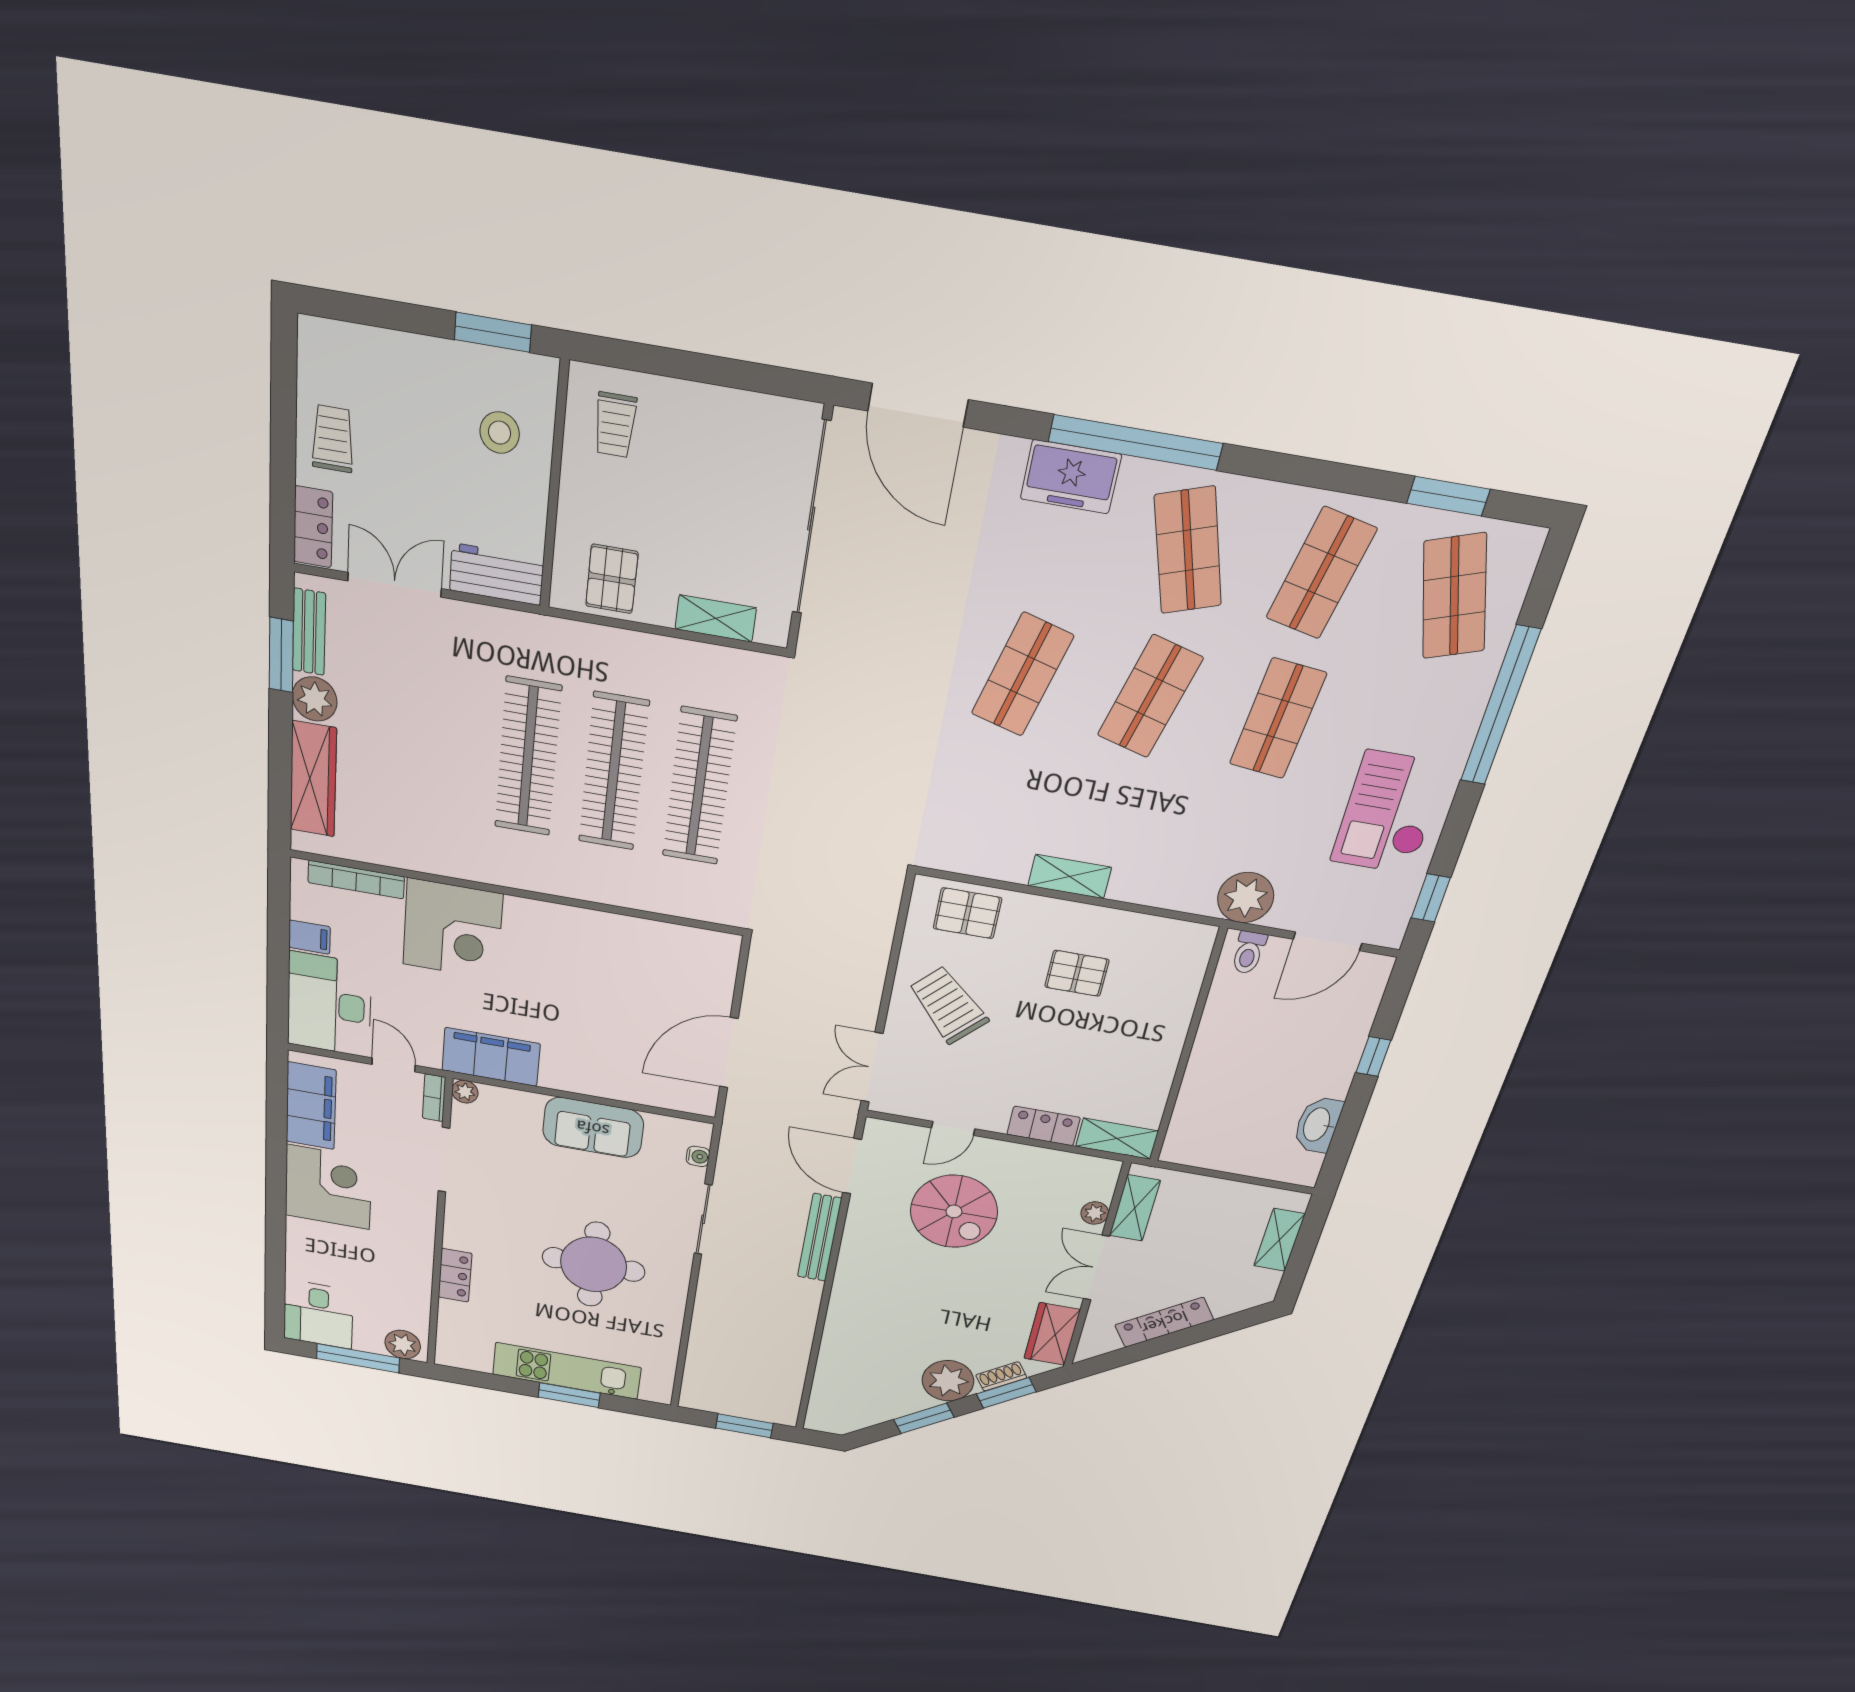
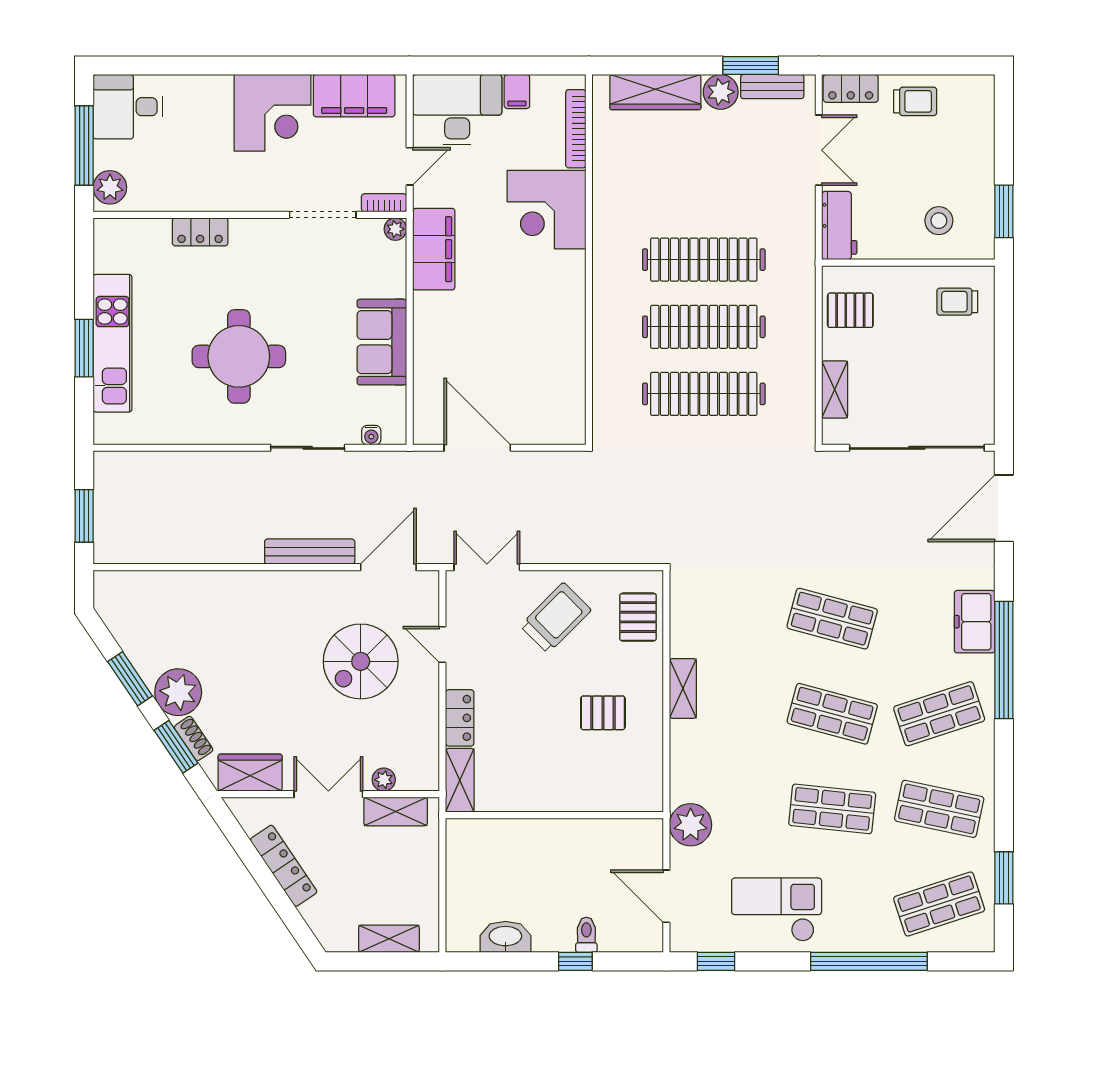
toilet: (1249, 952) -> (586, 935), moved, turned 90
pallet: (1077, 973) -> (603, 713), turned 90

